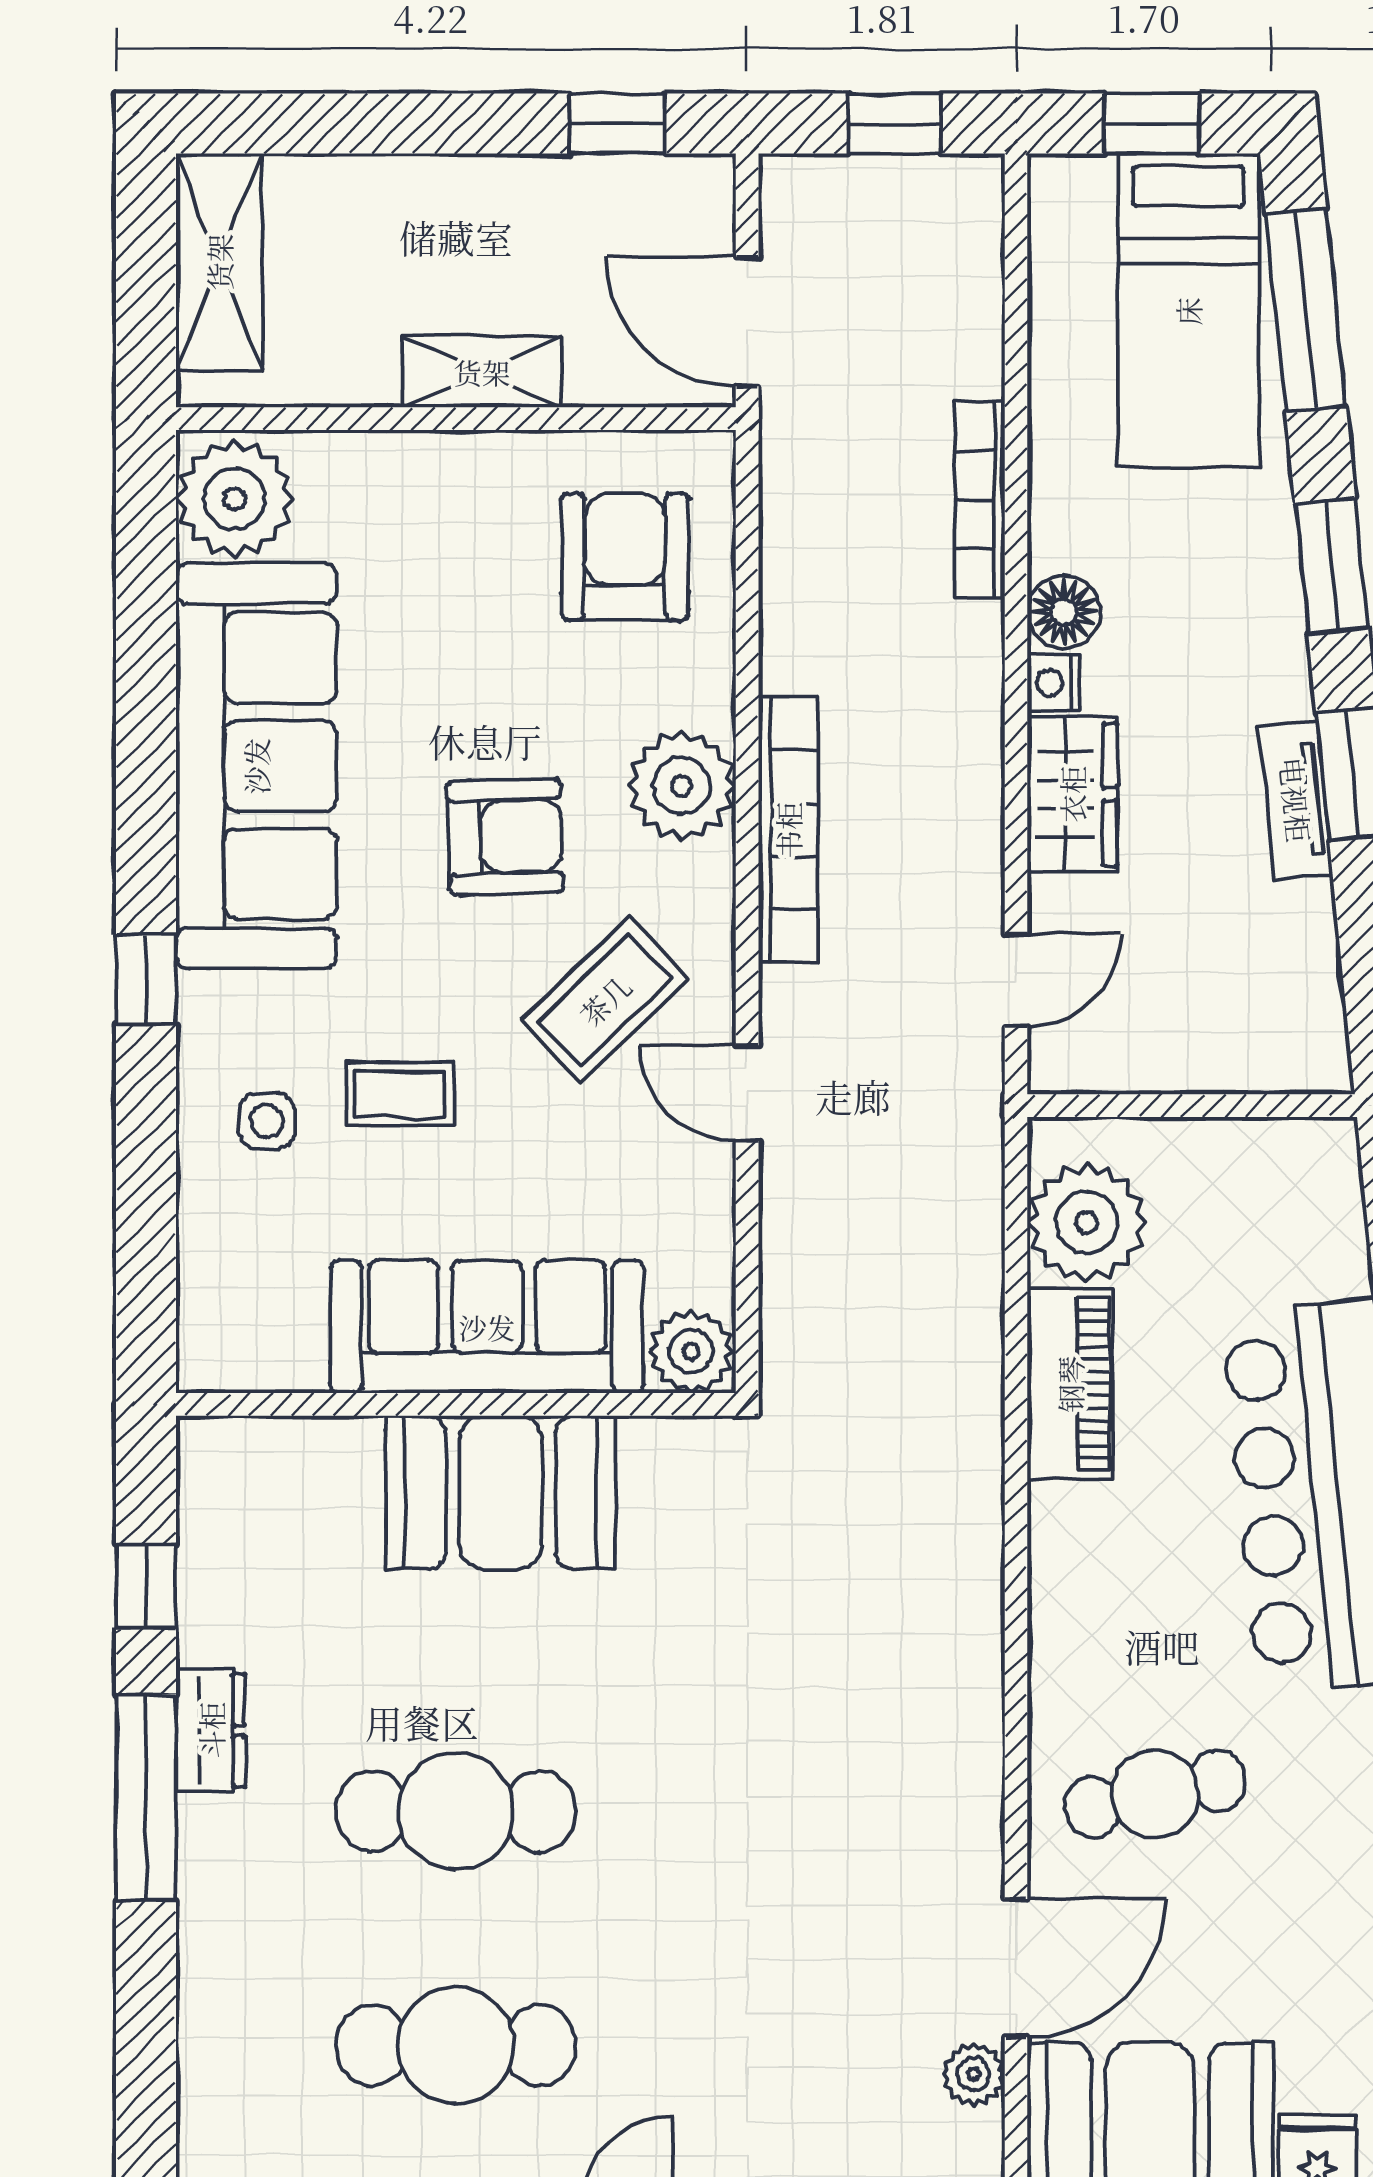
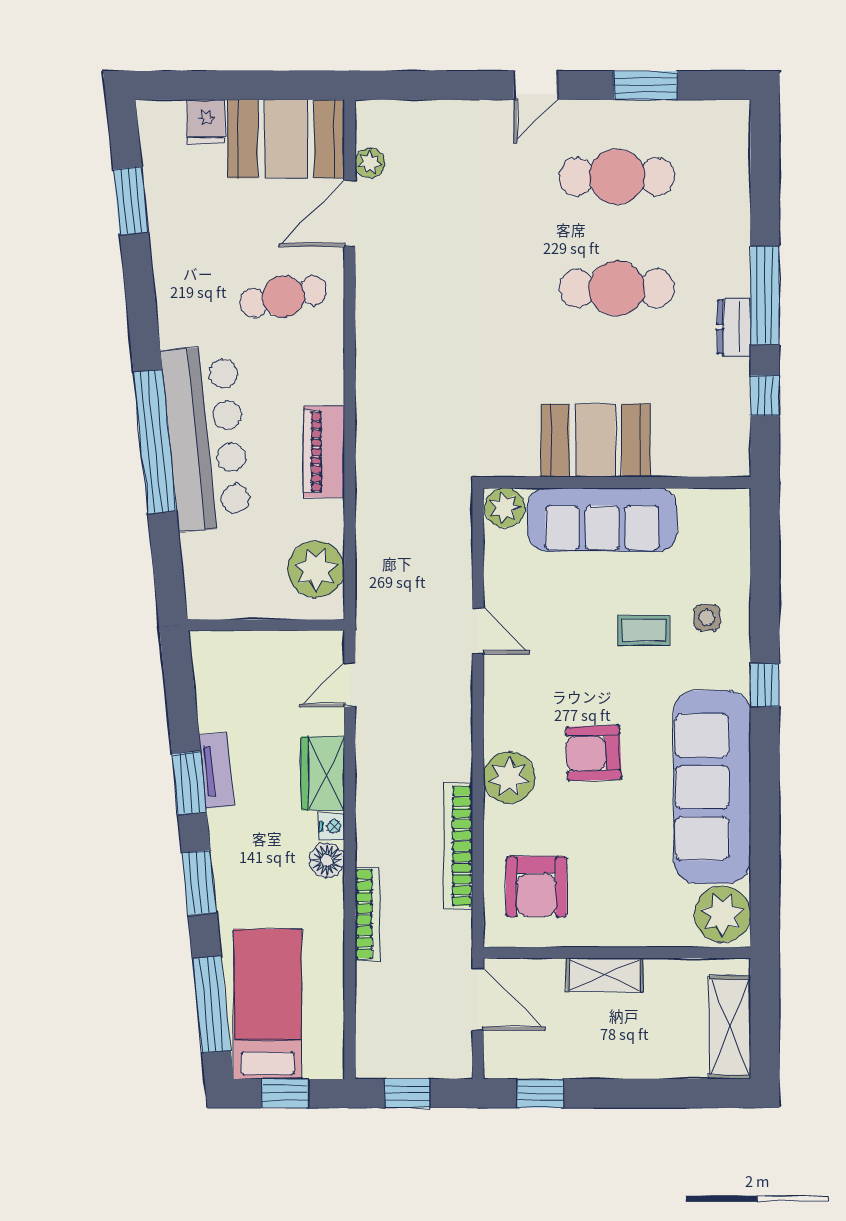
bookcase: (788, 830) -> (458, 846), moved
coffee table: (605, 1000) -> (546, 675), removed
piano: (1070, 1384) -> (324, 452), moved

